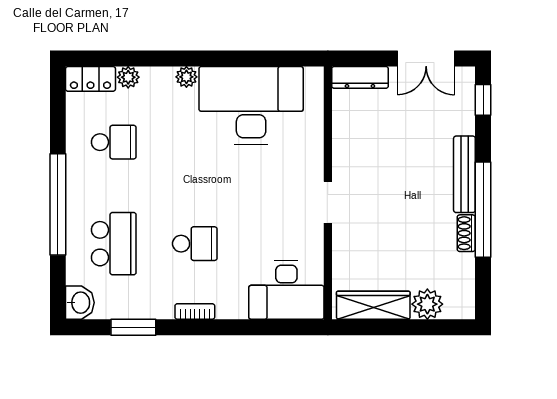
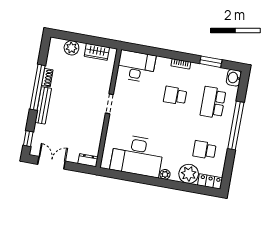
plant: (128, 77) -> (189, 174), width x1.88, depth x1.88
dresser: (360, 77) -> (88, 160), width x0.70
wardrobe: (373, 305) -> (97, 52), width x0.67

